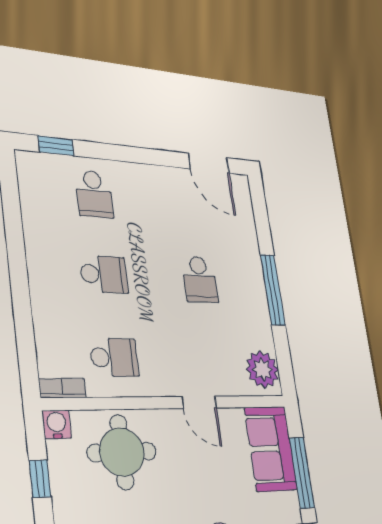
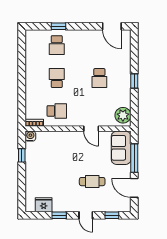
window: (56, 146) -> (58, 26), moved
school desk: (104, 274) -> (57, 78), turned -90
window: (273, 290) -> (134, 81), width x0.46
round table: (122, 452) -> (55, 147), removed

